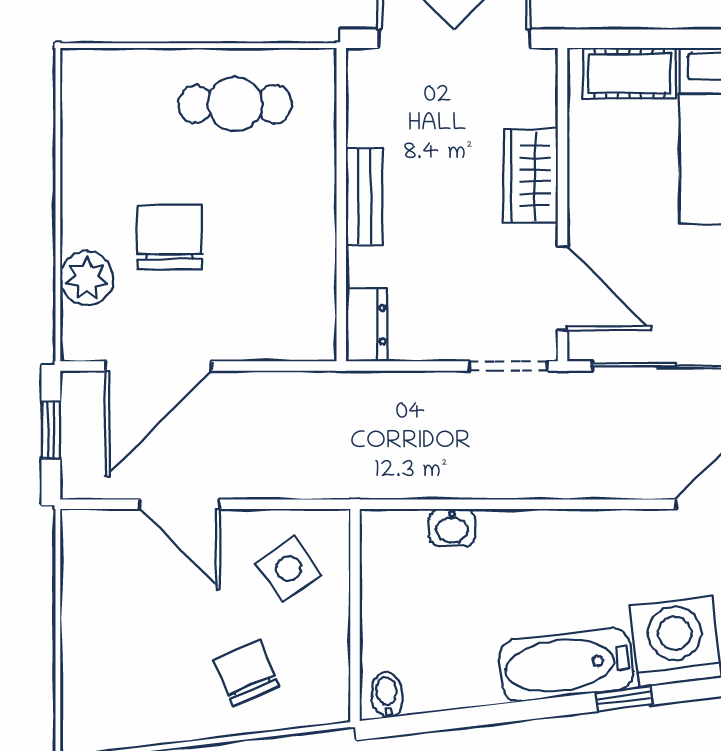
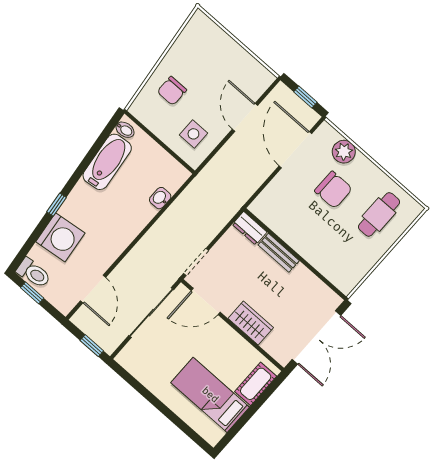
cafe table: (235, 104) -> (379, 214), moved
bench: (364, 196) -> (279, 253), moved
door: (180, 504) -> (245, 117), hinge flipped
side table: (288, 569) -> (193, 134), turned 35
bathtub: (566, 665) -> (107, 162), moved
chair: (246, 673) -> (172, 91), turned 113

